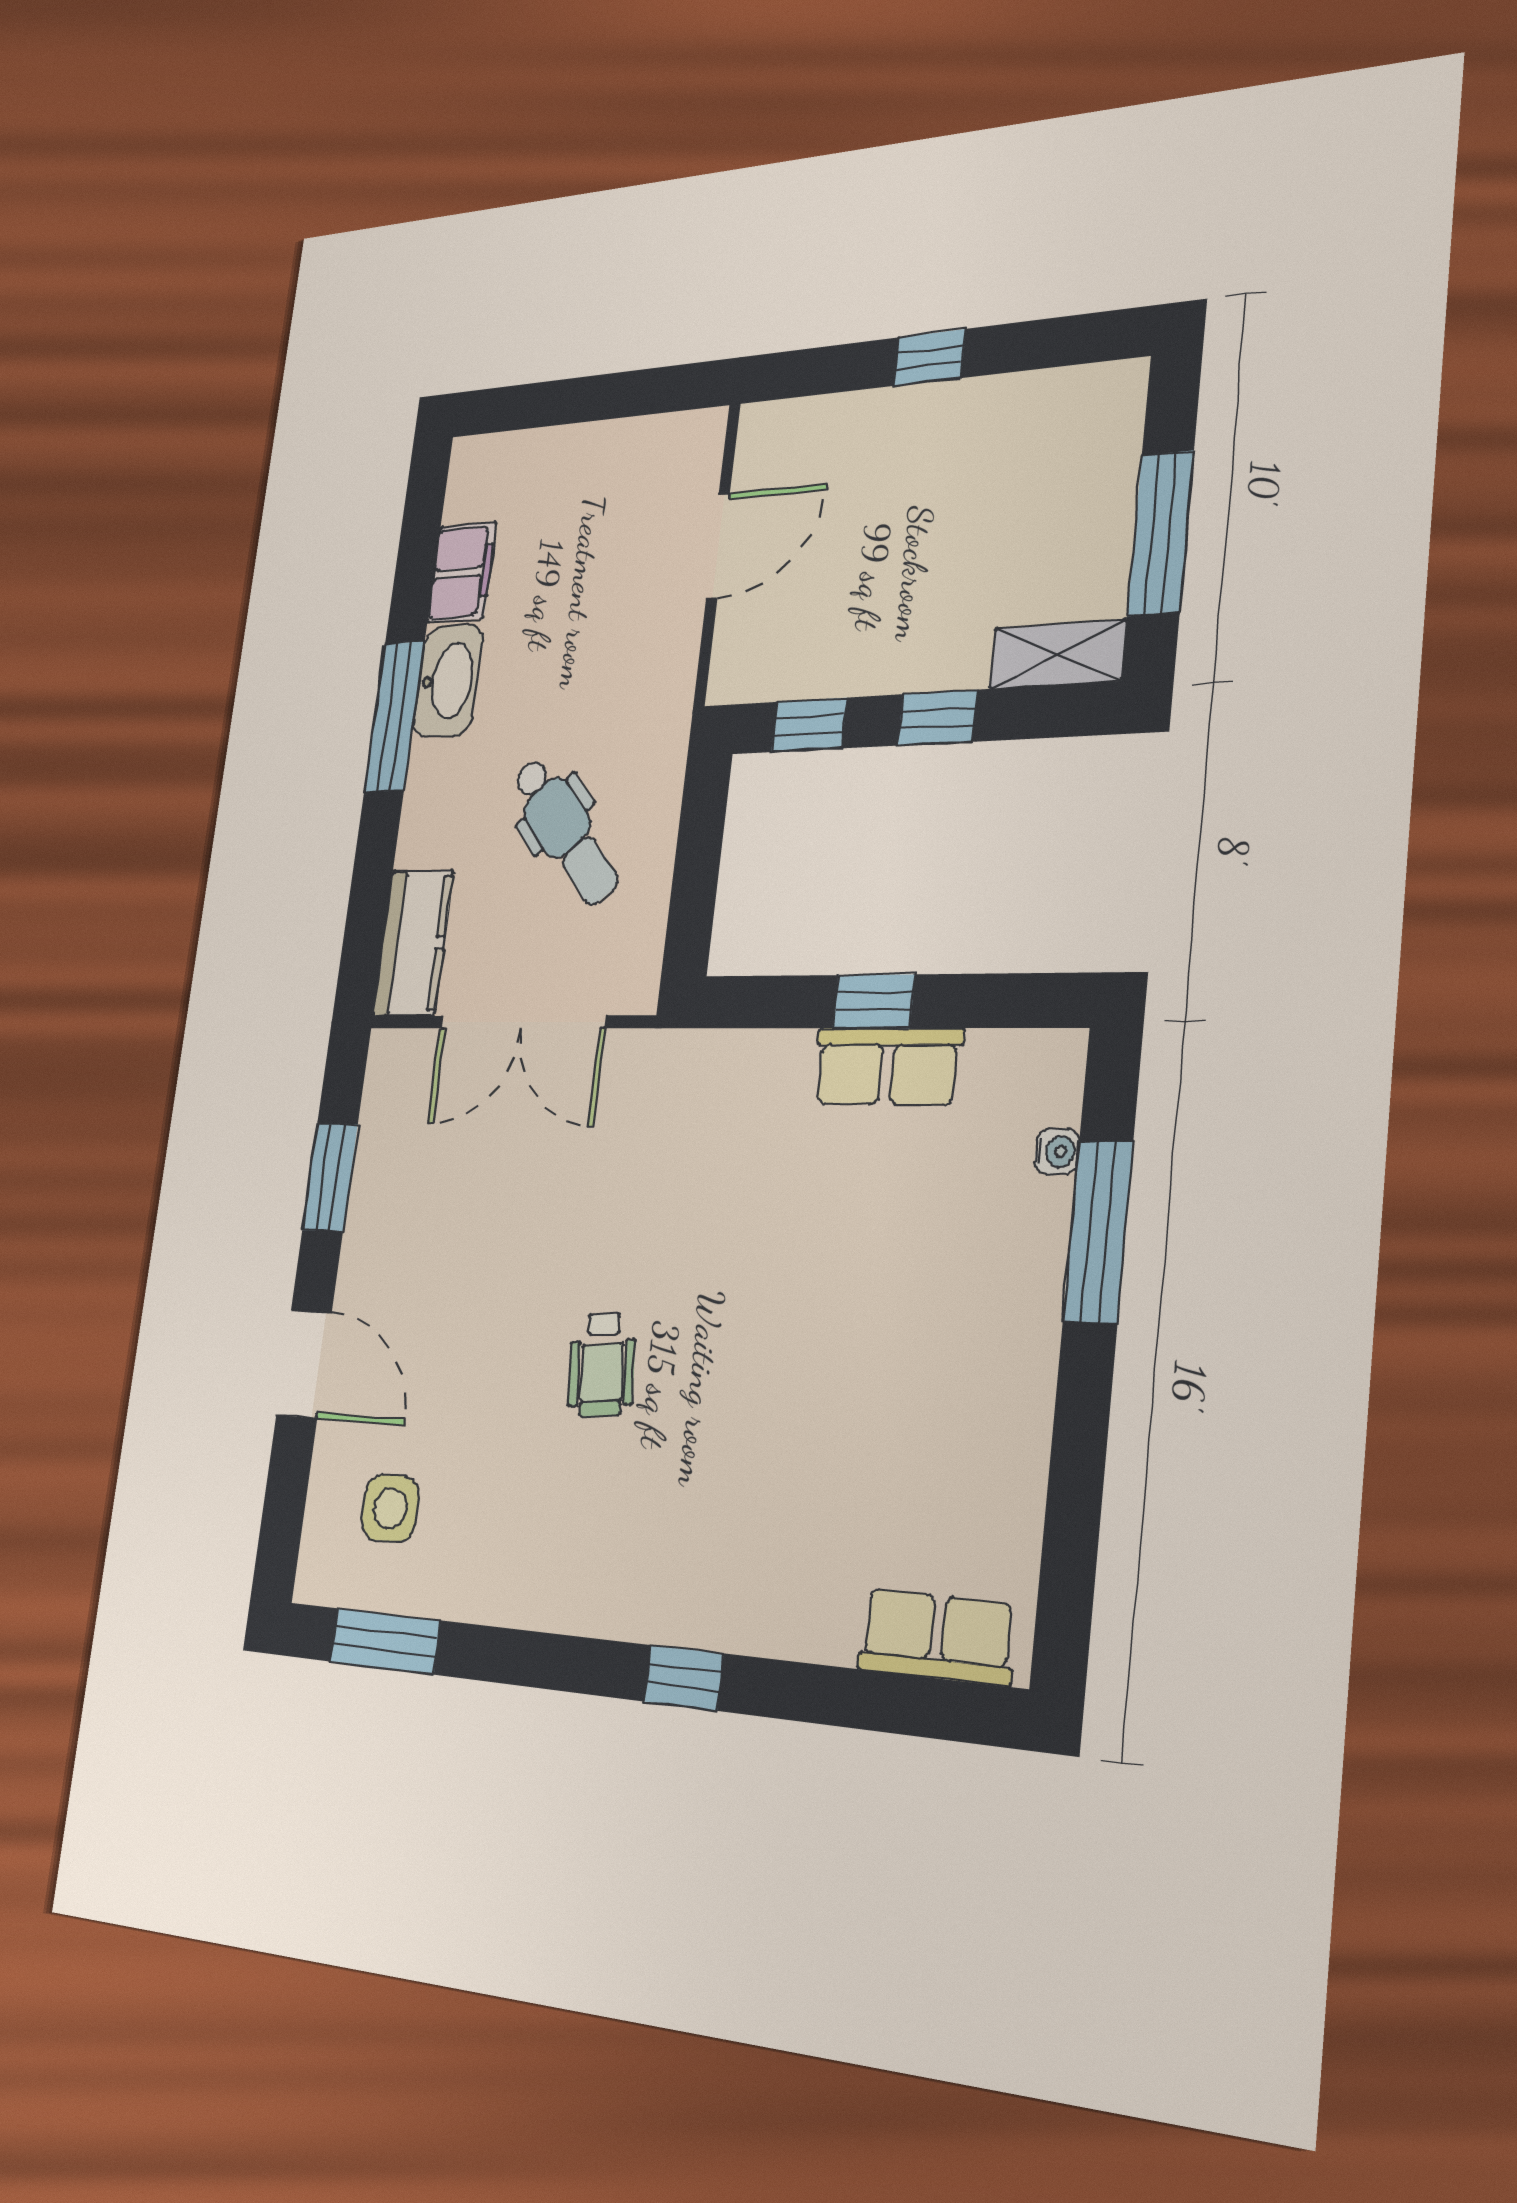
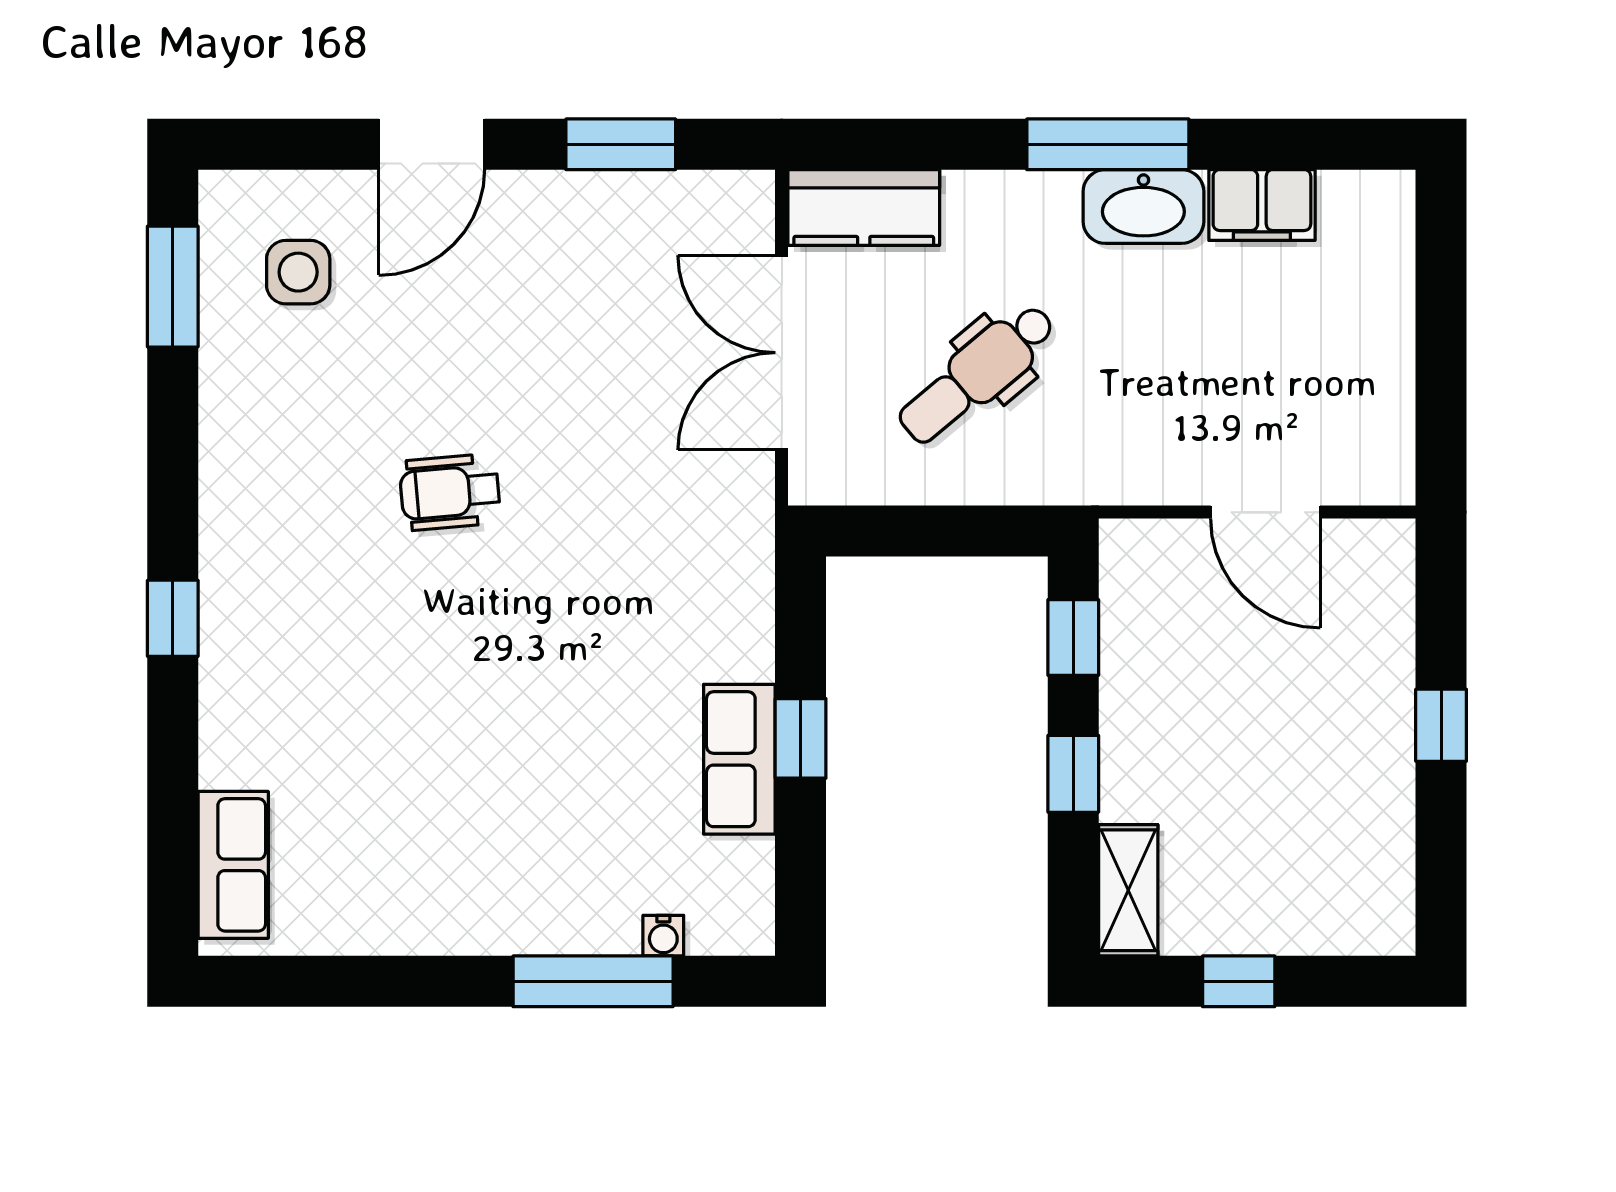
window: (1161, 533) -> (1239, 981), width x0.46

